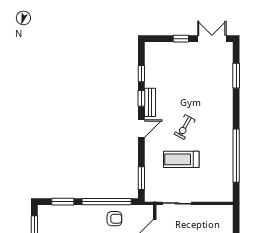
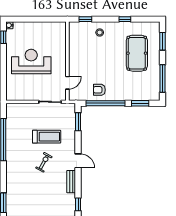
window: (141, 98) -> (78, 185), removed
door: (141, 129) -> (78, 161), swing flipped

